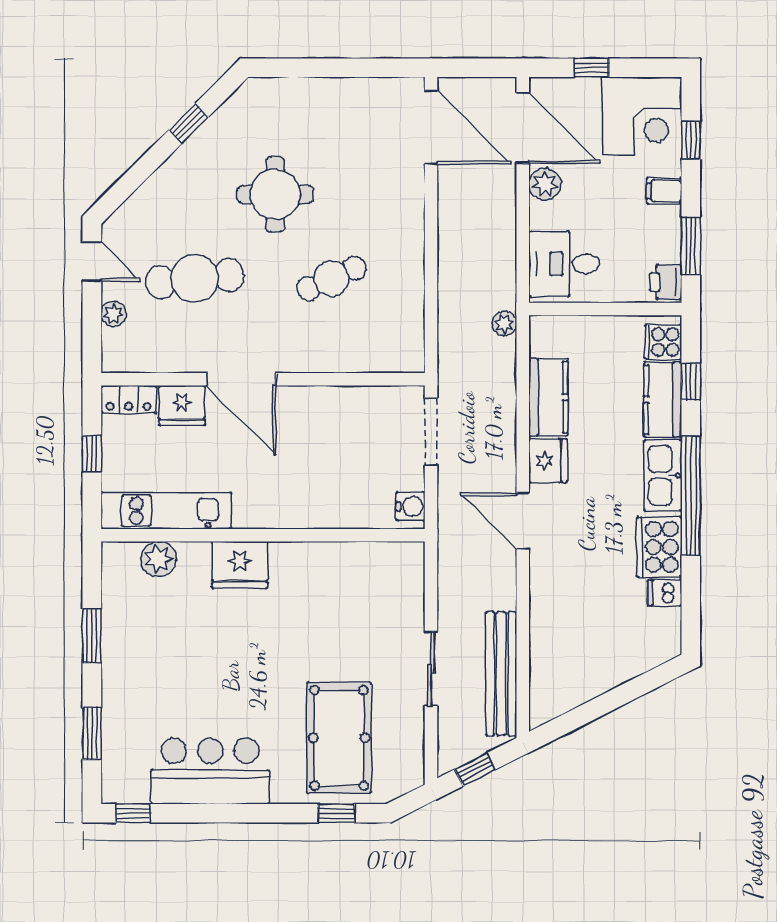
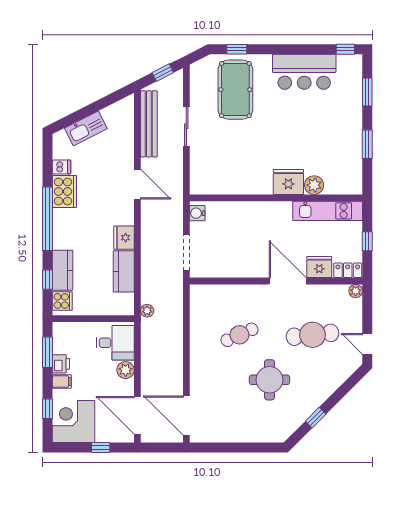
plant: (545, 184) -> (126, 370), moved
printer: (666, 282) -> (61, 364), moved
plant: (114, 314) -> (356, 291), moved
kitchen sink: (663, 475) -> (86, 128), moved, turned 63
door: (523, 521) -> (137, 184), moved
plant: (159, 559) -> (314, 185), moved

